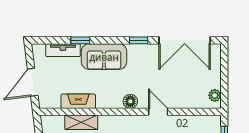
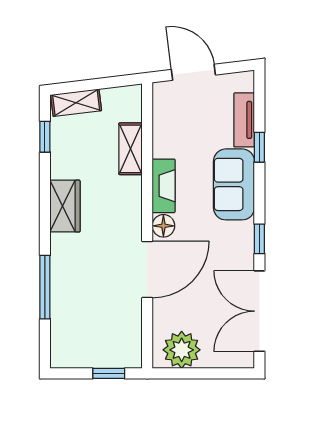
plant: (215, 95) -> (182, 350), width x1.88, depth x1.88
fireplace: (78, 101) -> (164, 186), moved
door: (158, 112) -> (147, 269), width x1.88

